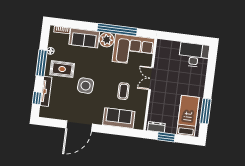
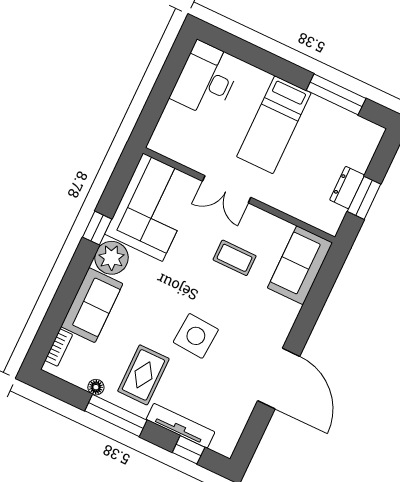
window: (117, 30) -> (97, 228), width x0.32
bed: (188, 116) -> (274, 125), moved, turned -90
sofa: (119, 118) -> (300, 265), moved
dresser: (156, 127) -> (347, 188), moved

